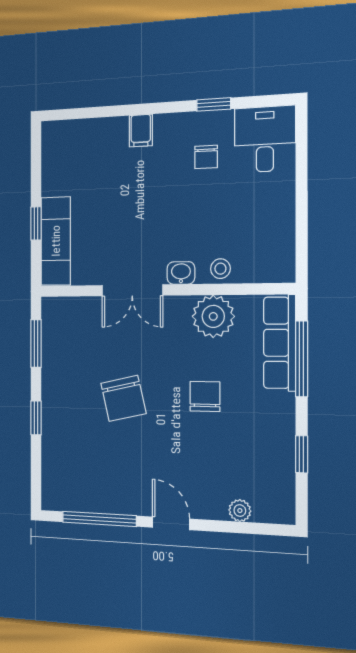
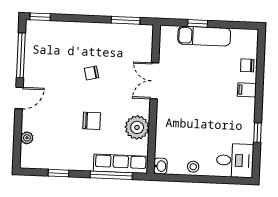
chair: (206, 157) -> (247, 65), moved
exam couch: (56, 241) -> (204, 36), moved
stool: (220, 269) -> (193, 167), moved
washbasin: (181, 273) -> (160, 166), moved
chair: (123, 398) -> (92, 73), width x0.54, depth x0.54
window: (36, 418) -> (40, 17), moved

